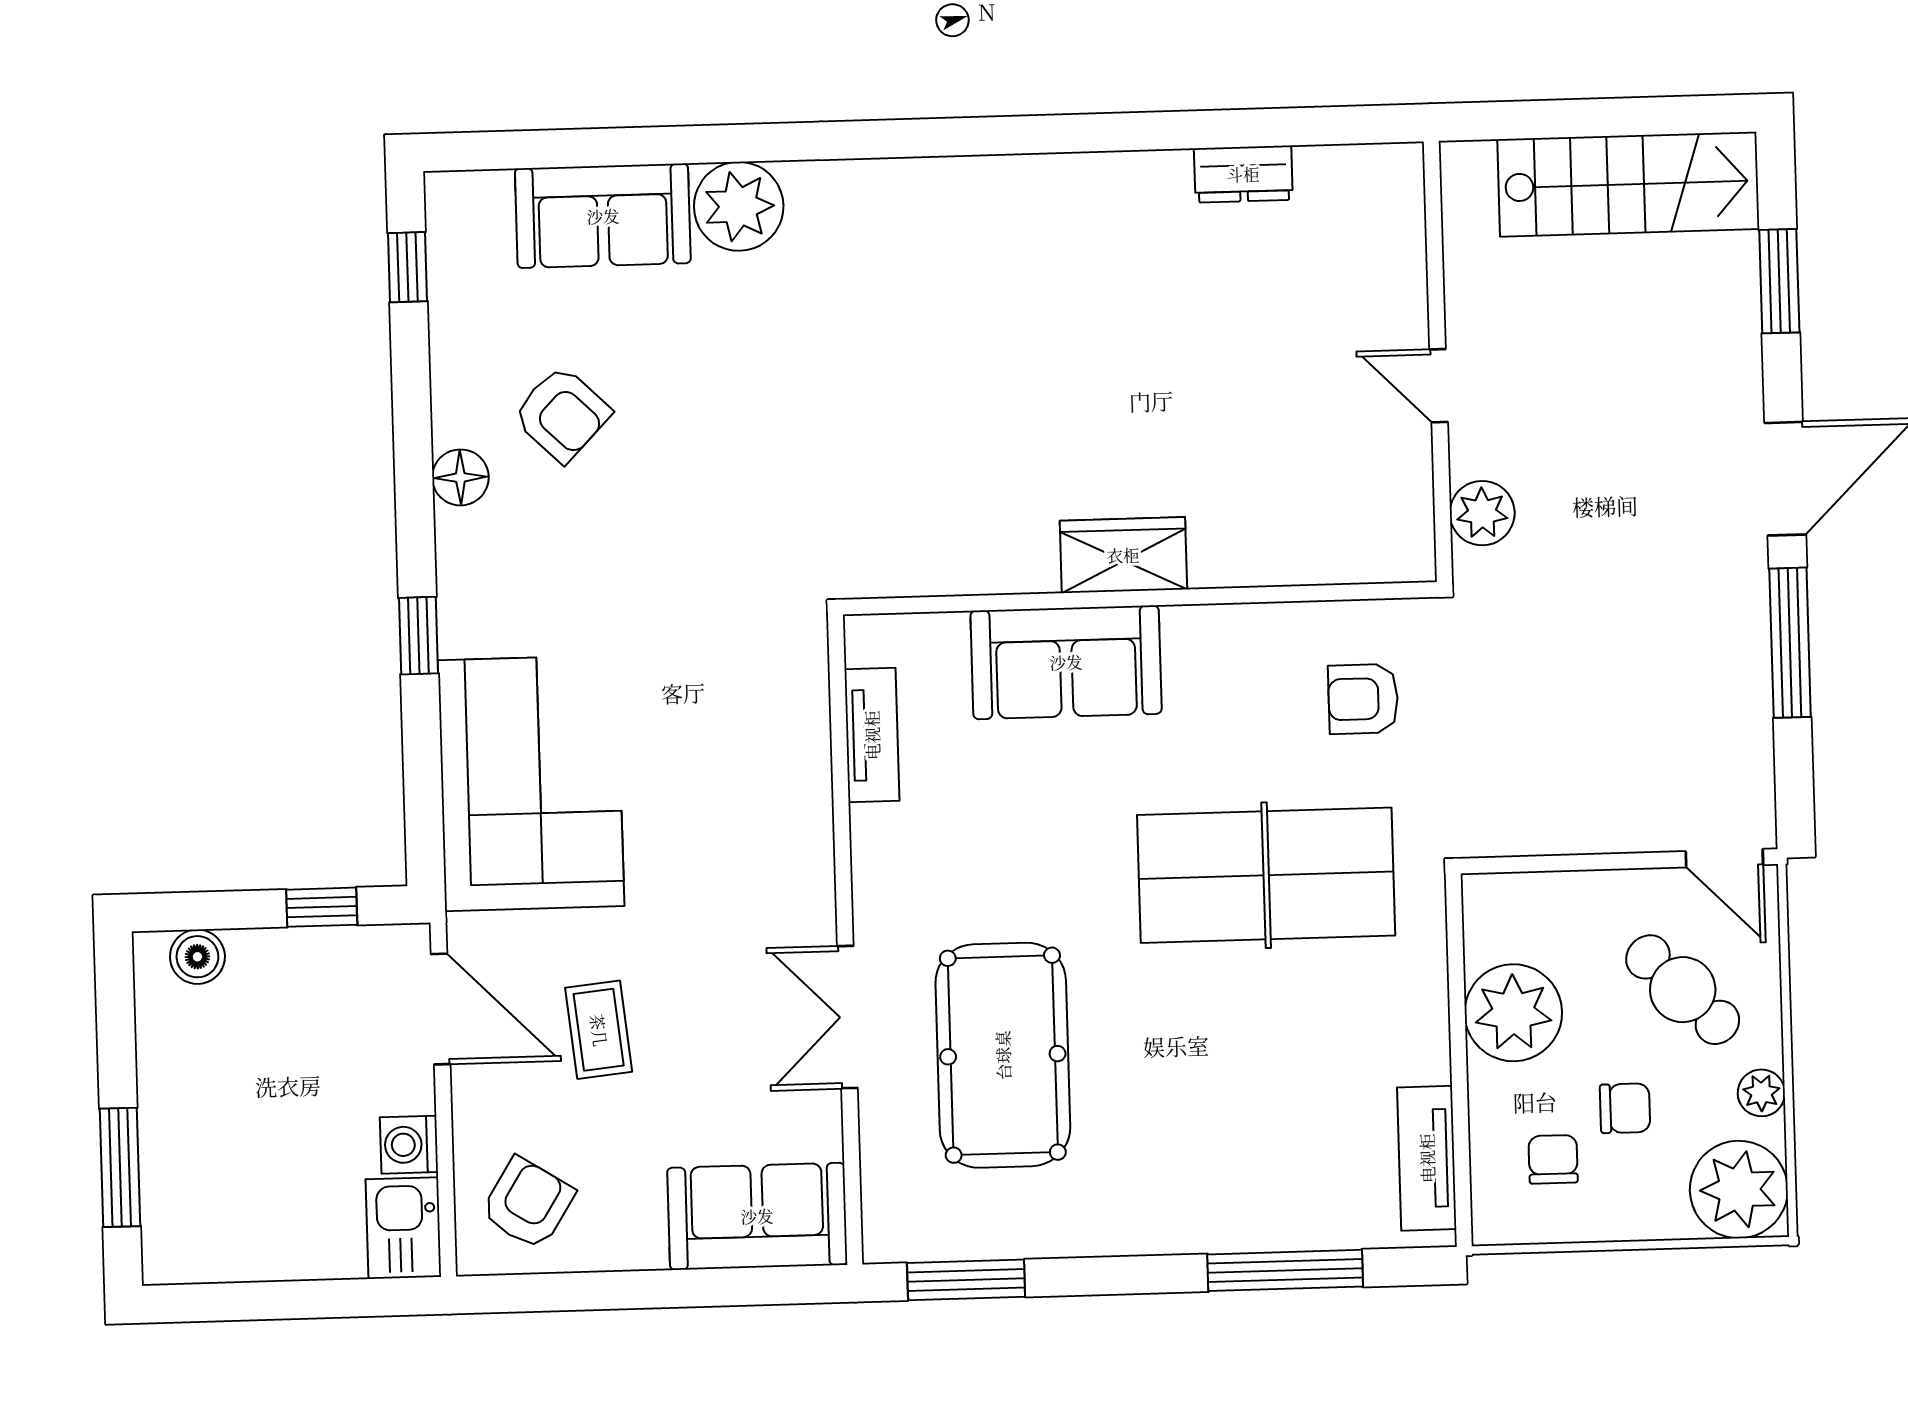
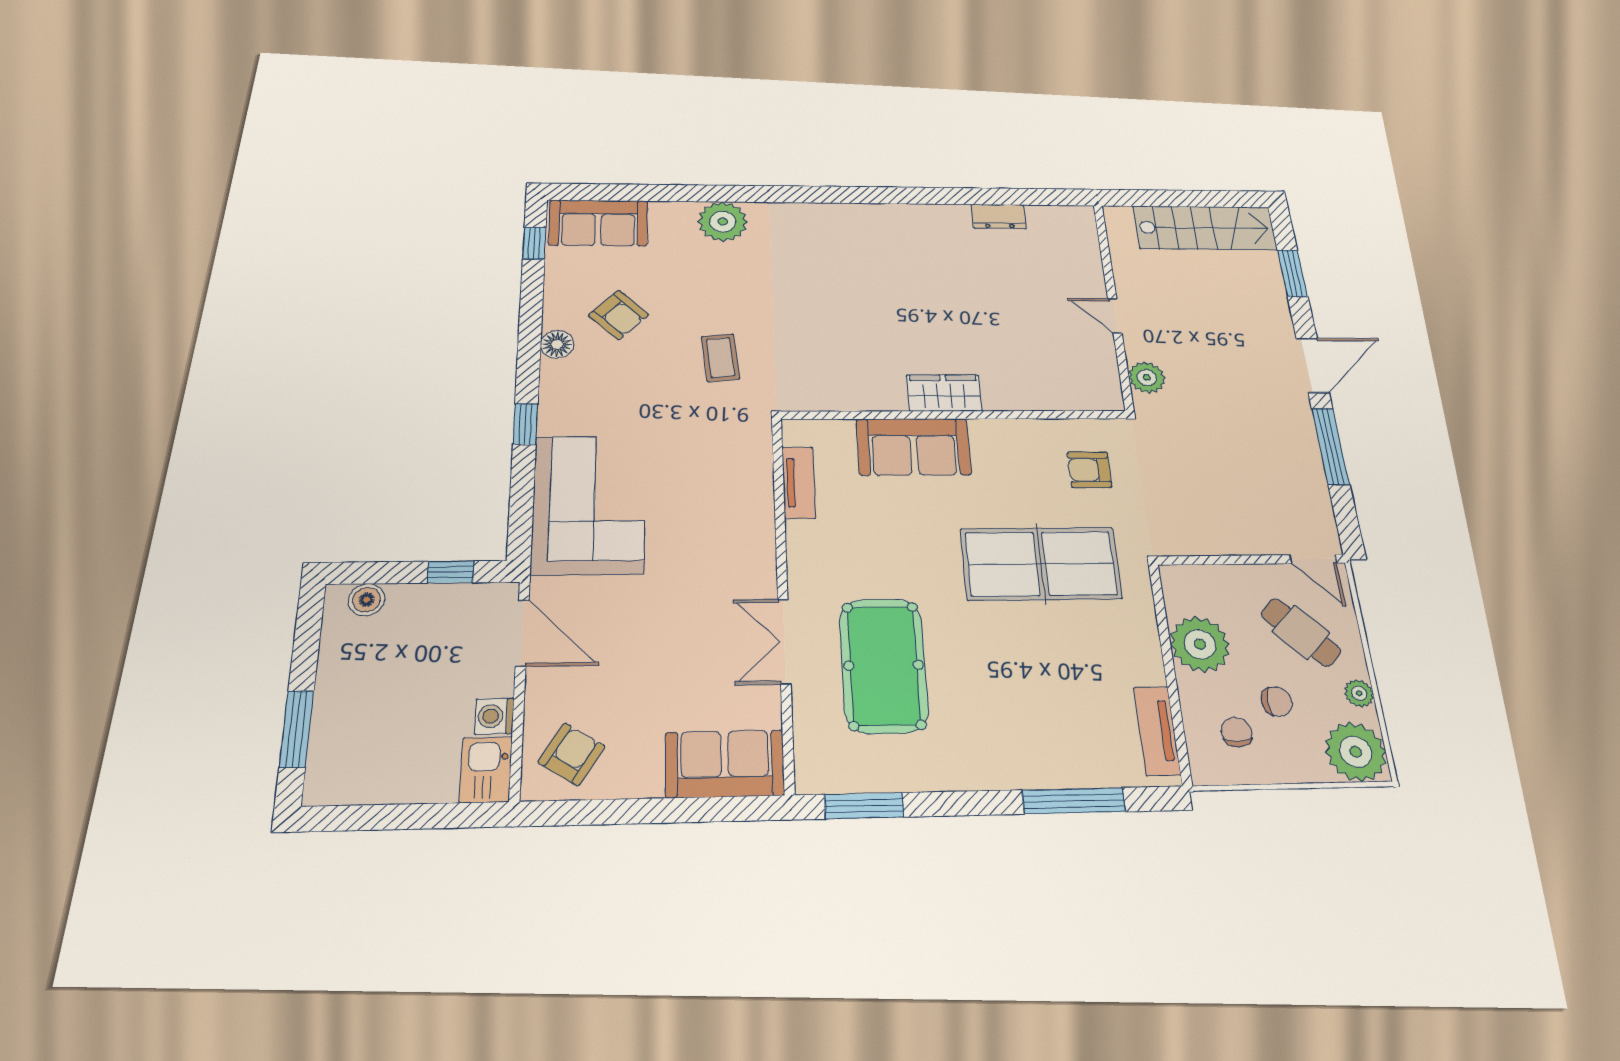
sofa: (603, 216) -> (598, 223), moved
coffee table: (599, 1030) -> (720, 358), moved

